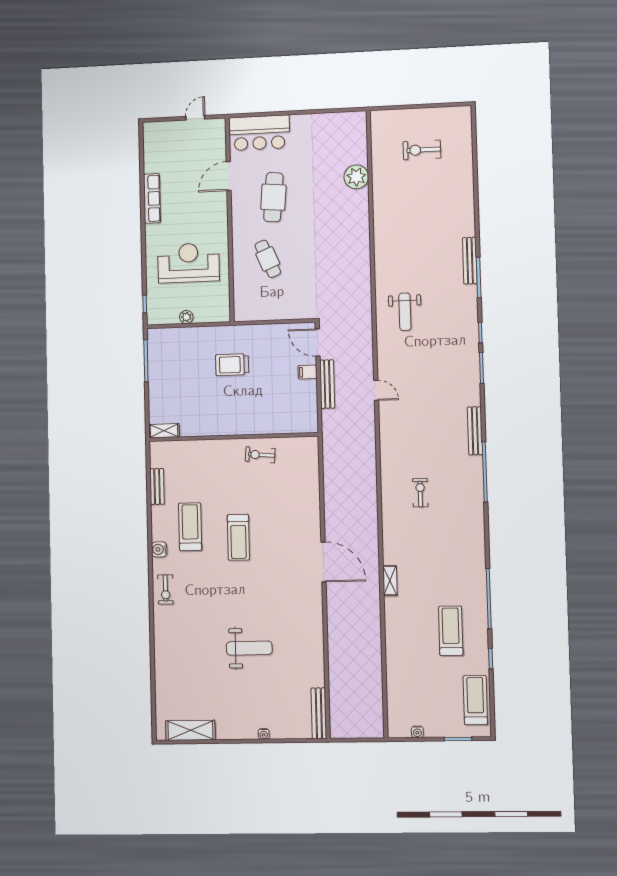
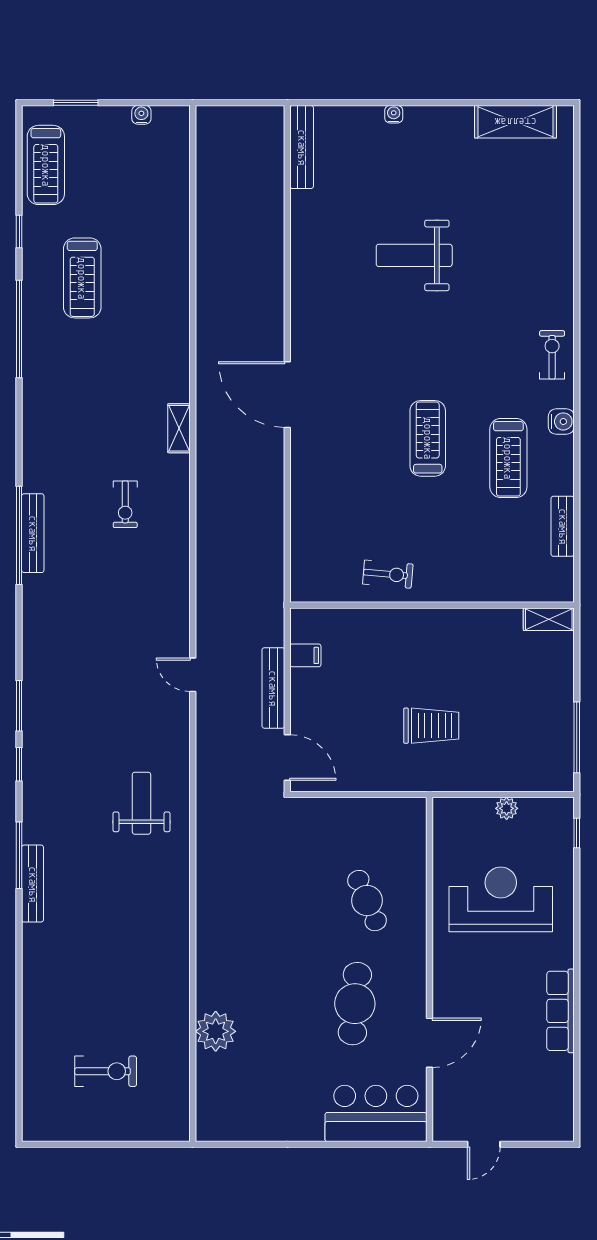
reception desk: (189, 263) -> (501, 899), turned 180
filing cabinet: (308, 372) -> (305, 655), moved
bench: (475, 431) -> (33, 533), moved
shelving: (390, 581) -> (179, 428), moved

